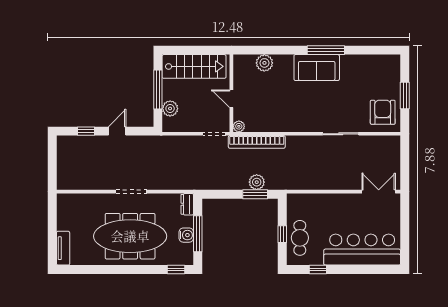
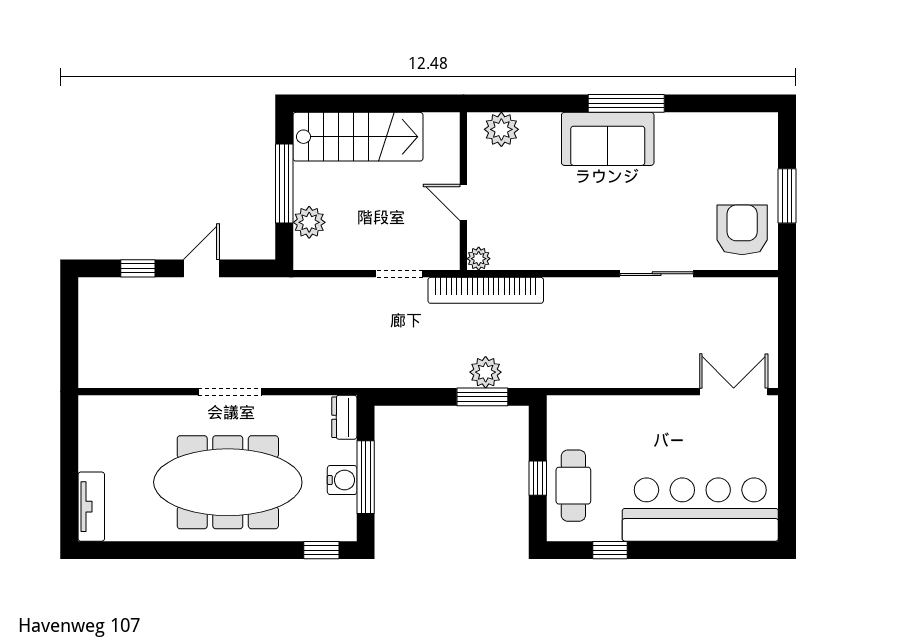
wall: (231, 93) -> (463, 191), moved
door: (231, 99) -> (463, 202), moved
plant: (239, 126) -> (479, 259), moved

